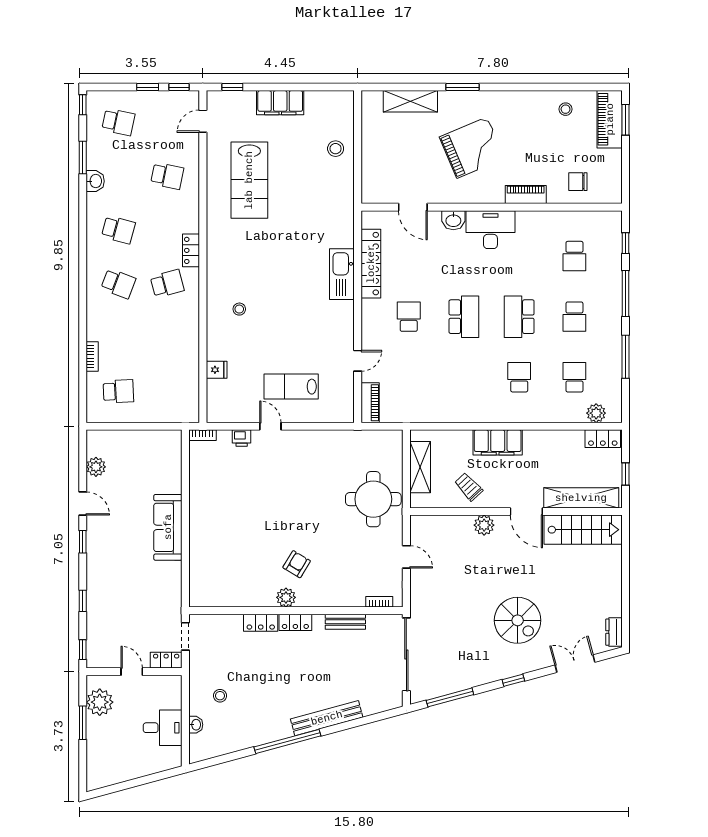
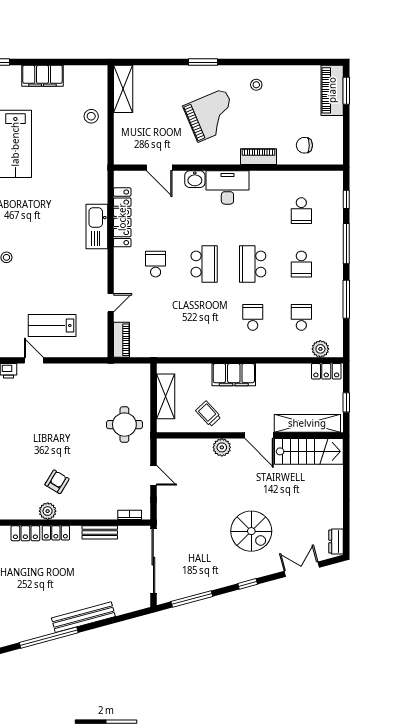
shelving: (410, 101) -> (123, 89), moved, turned 90
stool: (566, 109) -> (256, 85), moved
round table: (373, 499) -> (124, 425), width x0.73, depth x0.73

